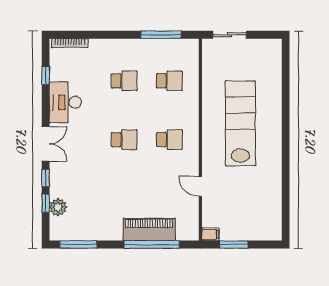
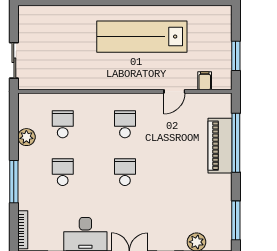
window: (161, 35) -> (14, 182), moved
plant: (157, 47) -> (26, 137), added
lab bench: (240, 123) -> (142, 37), moved
filing cabinet: (210, 234) -> (205, 81), moved

